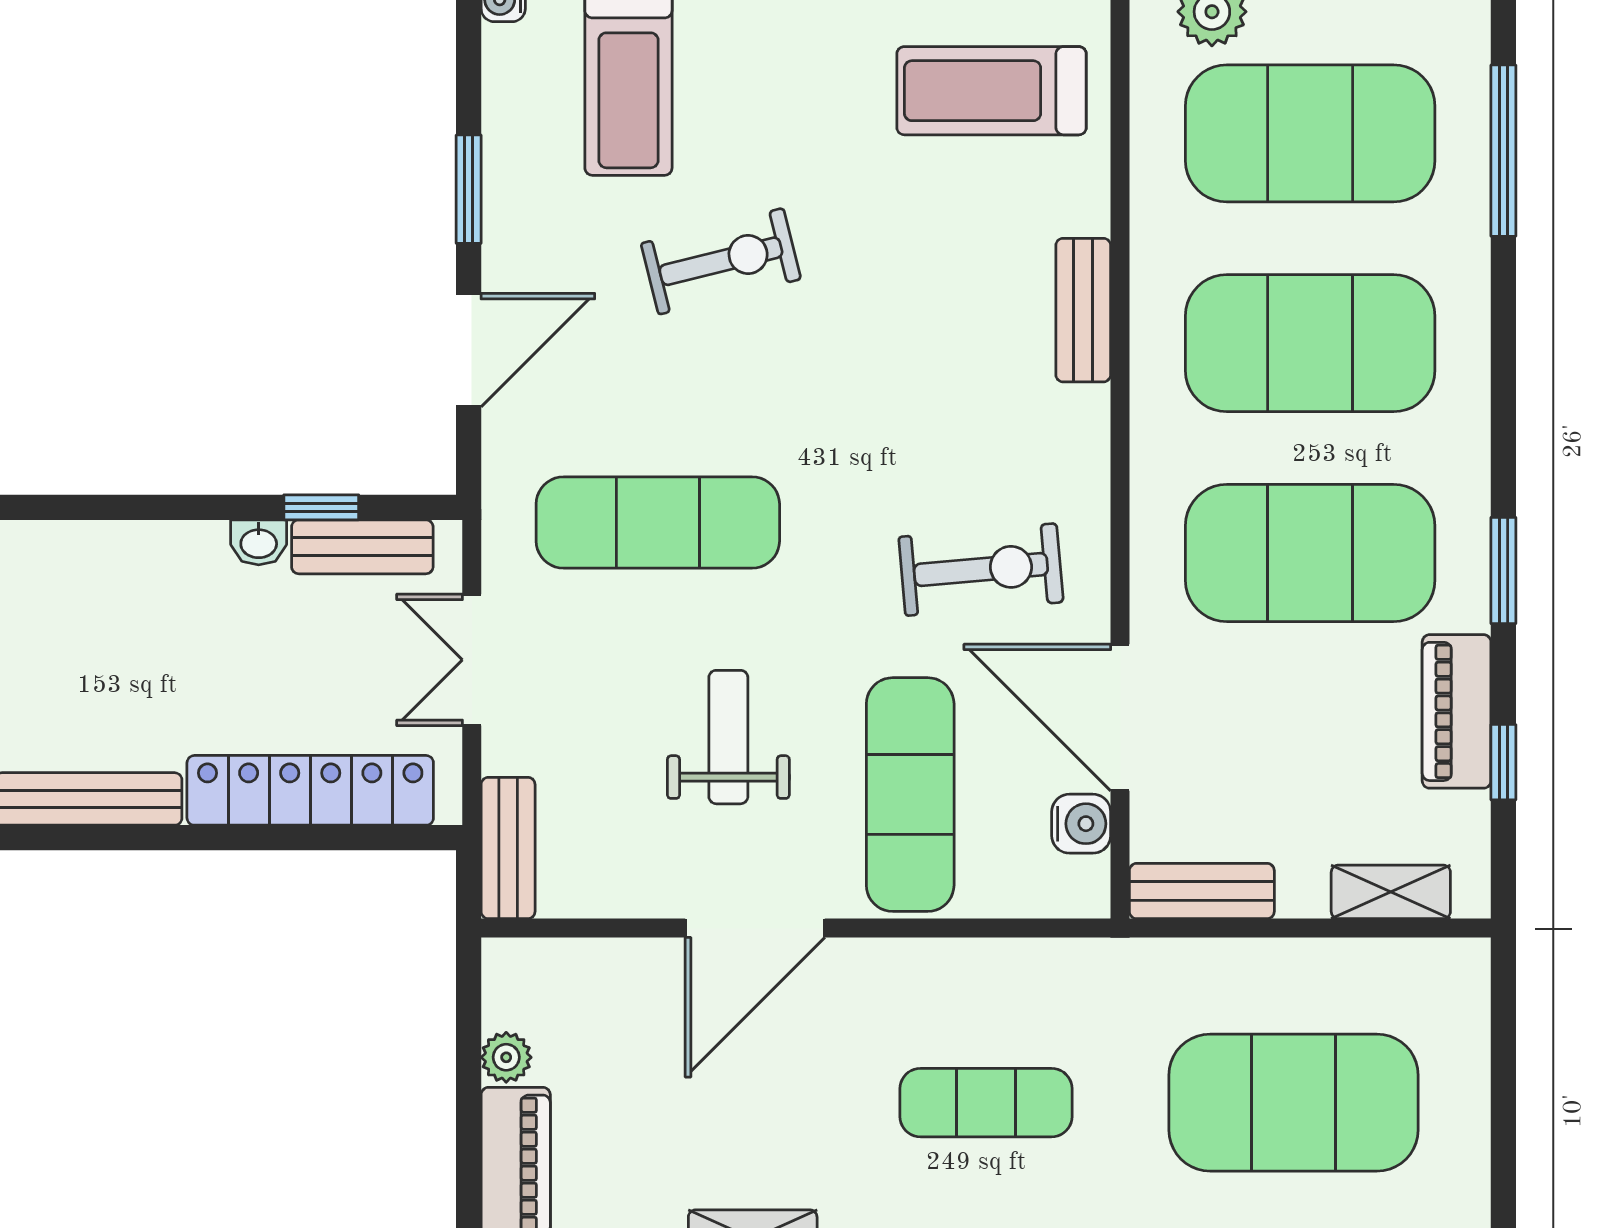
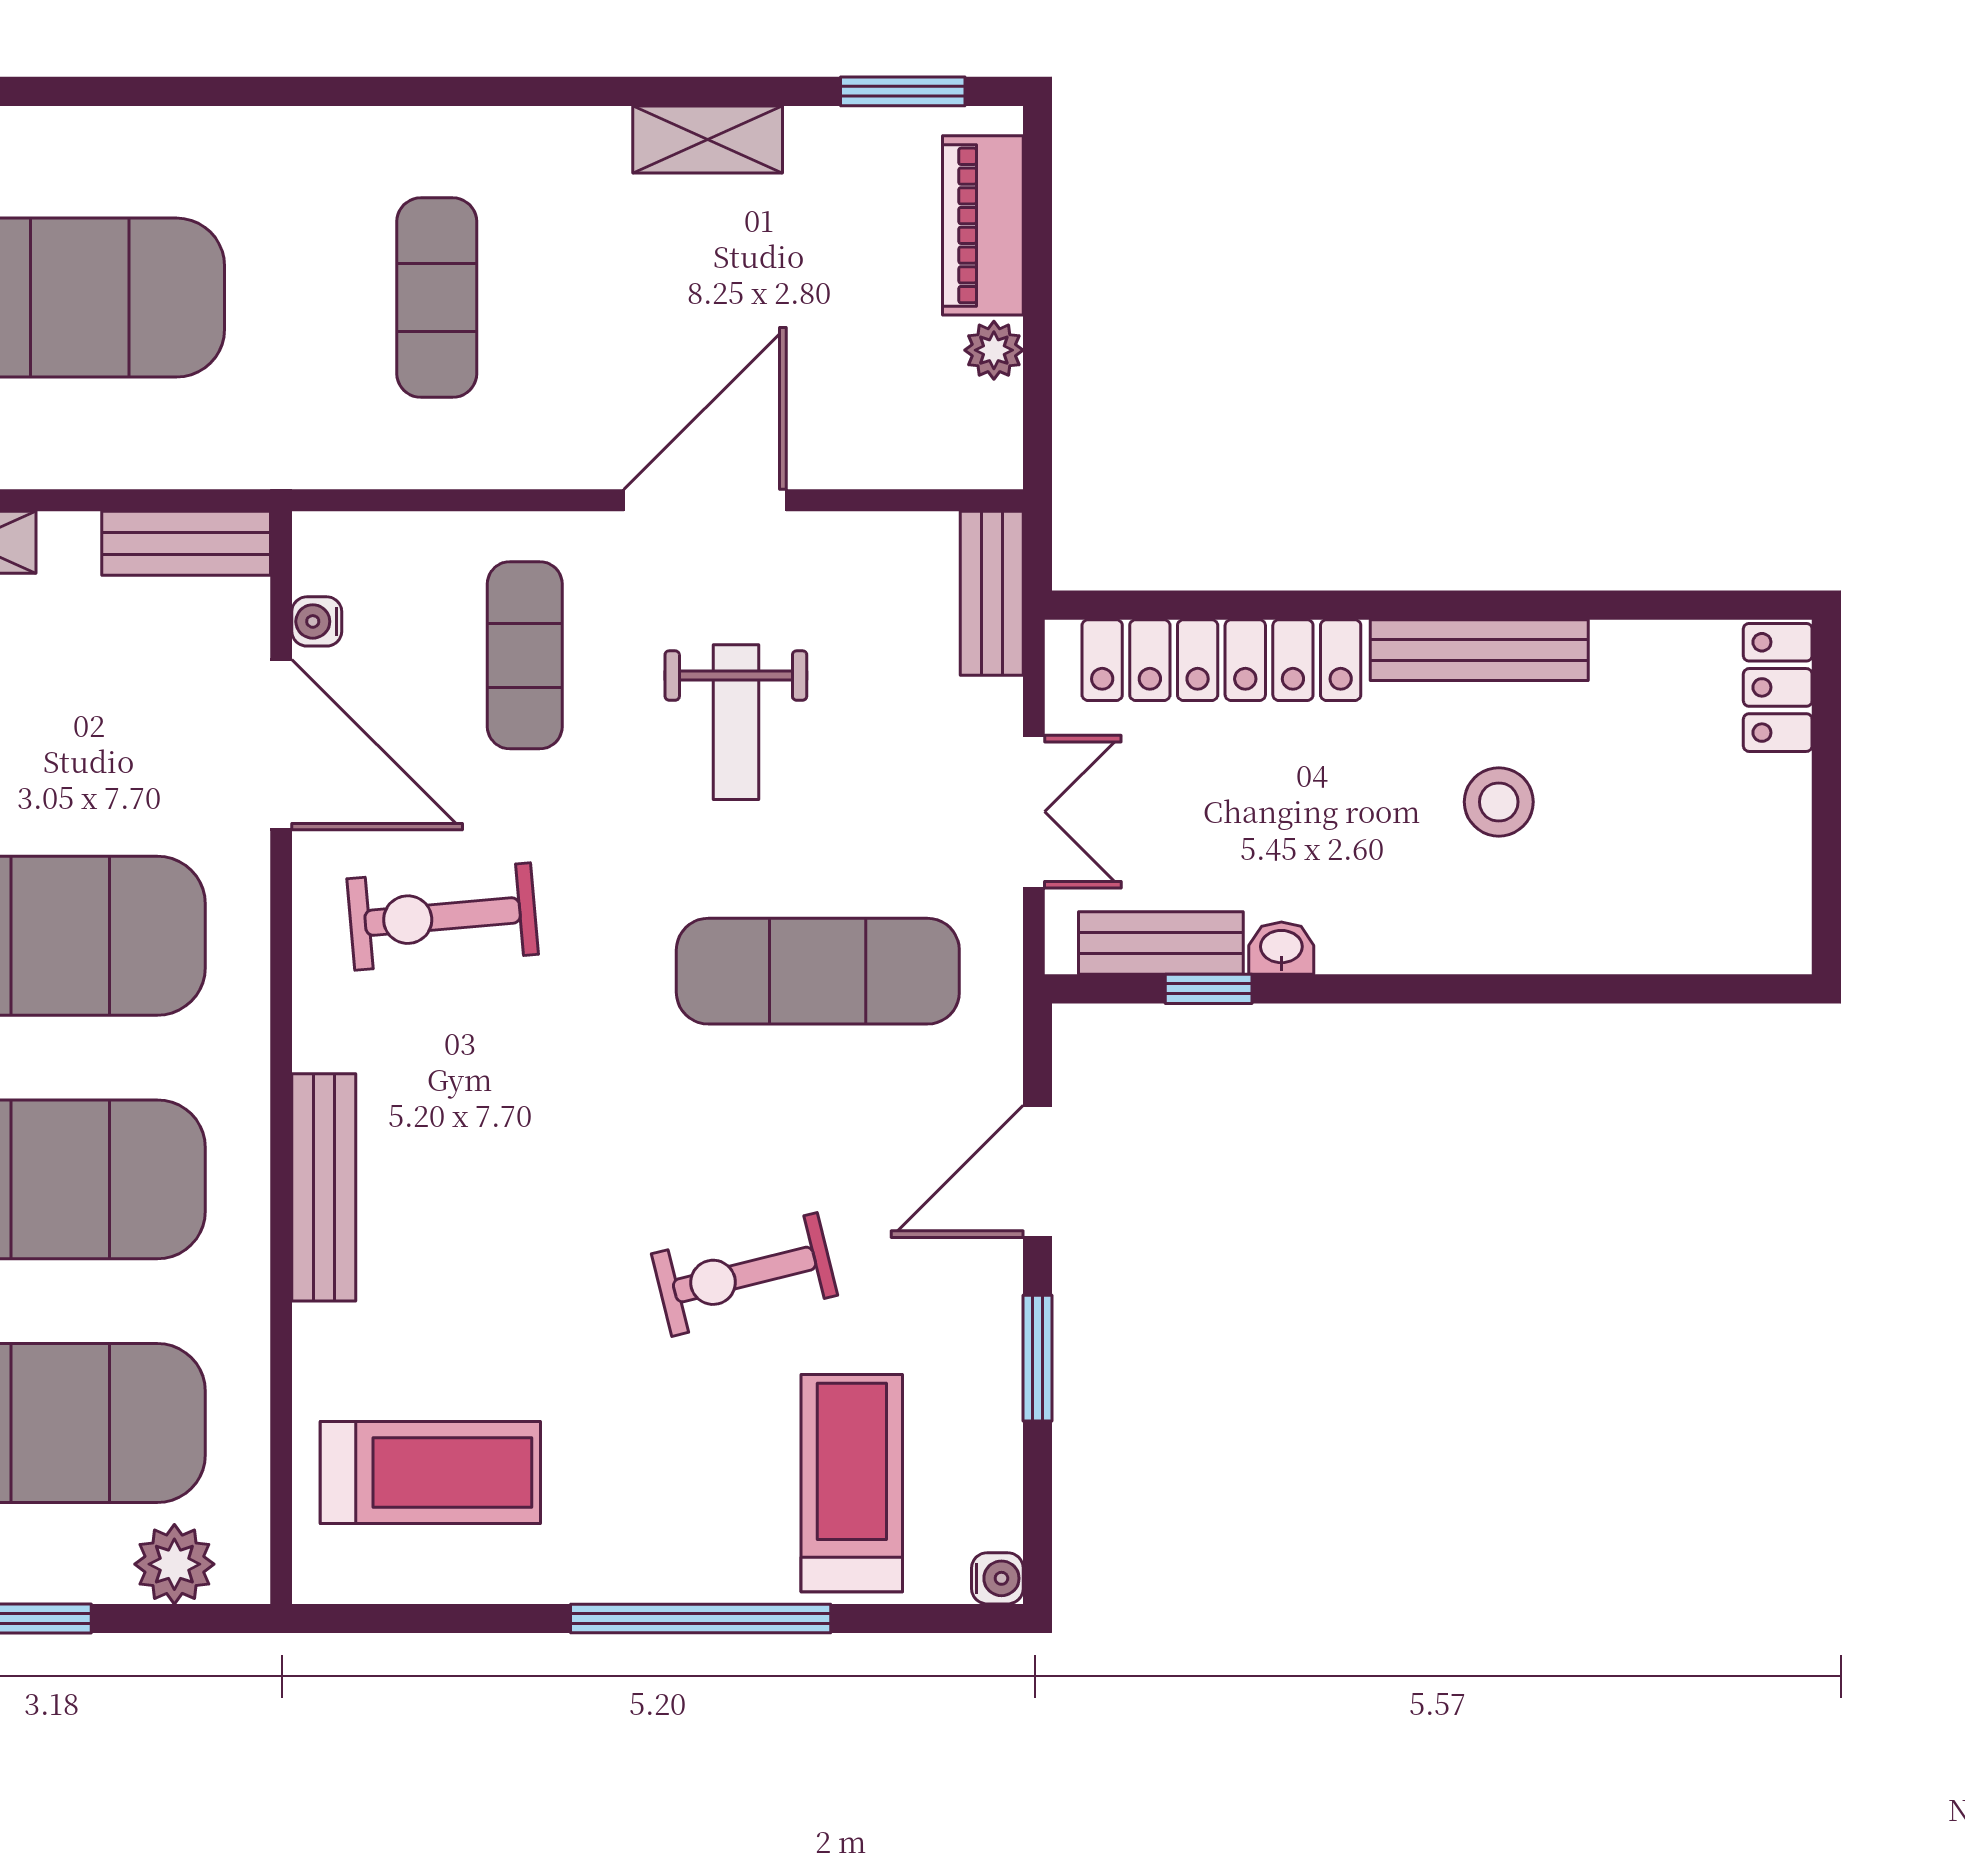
bench: (1083, 310) -> (324, 1187), width x1.36
stool: (71, 668) -> (1499, 802), added
exercise mat: (910, 795) -> (525, 655), width x0.73, depth x0.69
water cooler: (1081, 824) -> (317, 621), width x0.72, depth x0.72
exercise mat: (986, 1103) -> (437, 298), turned 90

